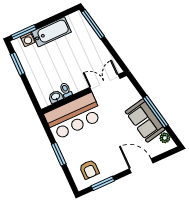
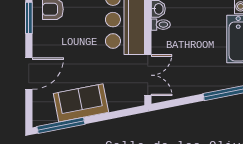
window: (156, 112) -> (61, 125), moved
plant: (165, 138) -> (49, 117), removed

